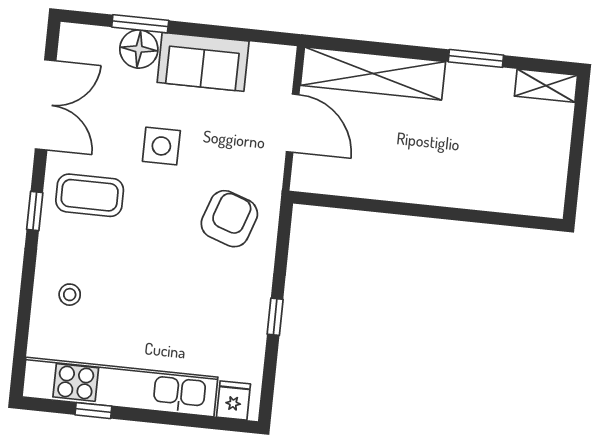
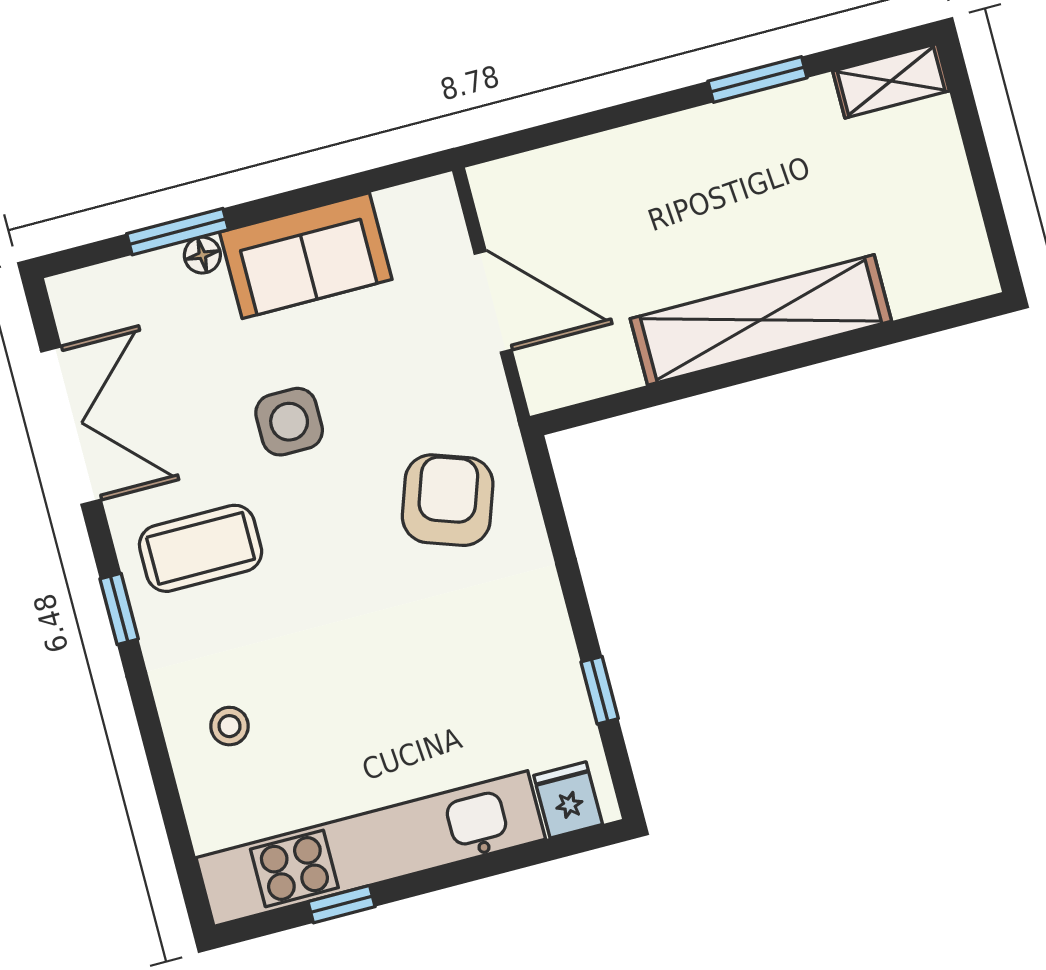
floor lamp: (139, 49) -> (202, 255), width x0.53, depth x0.53
shelving: (373, 74) -> (761, 320), moved
window: (275, 317) -> (600, 690), moved

